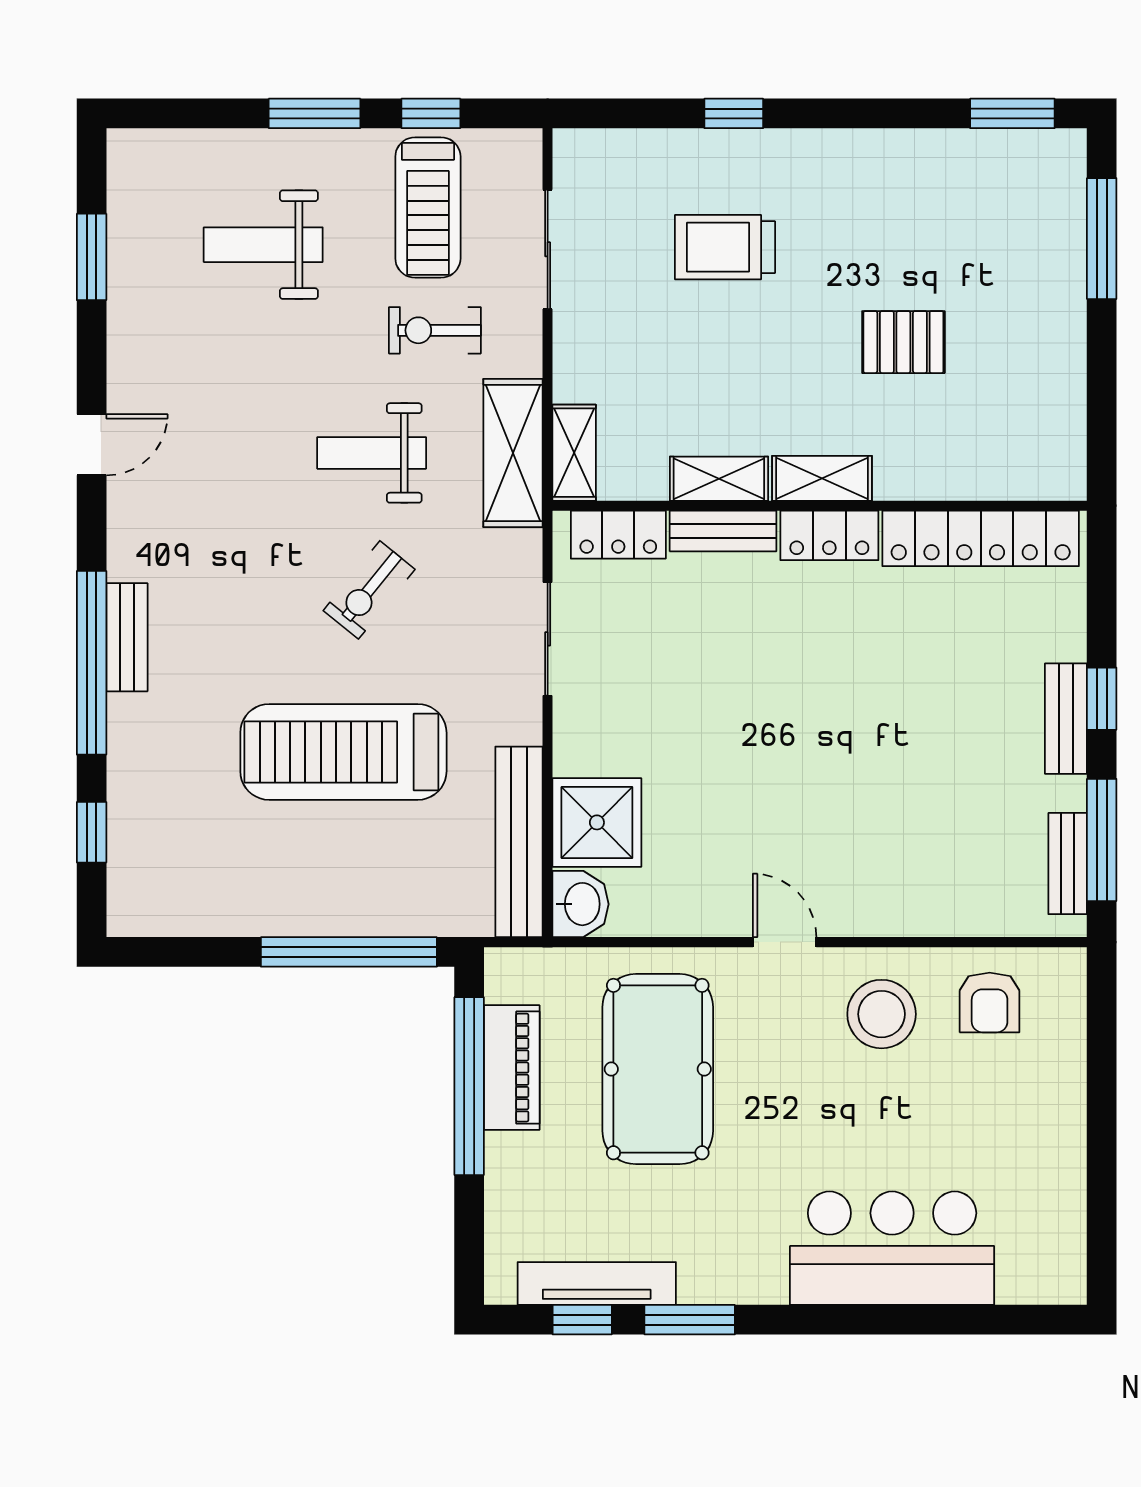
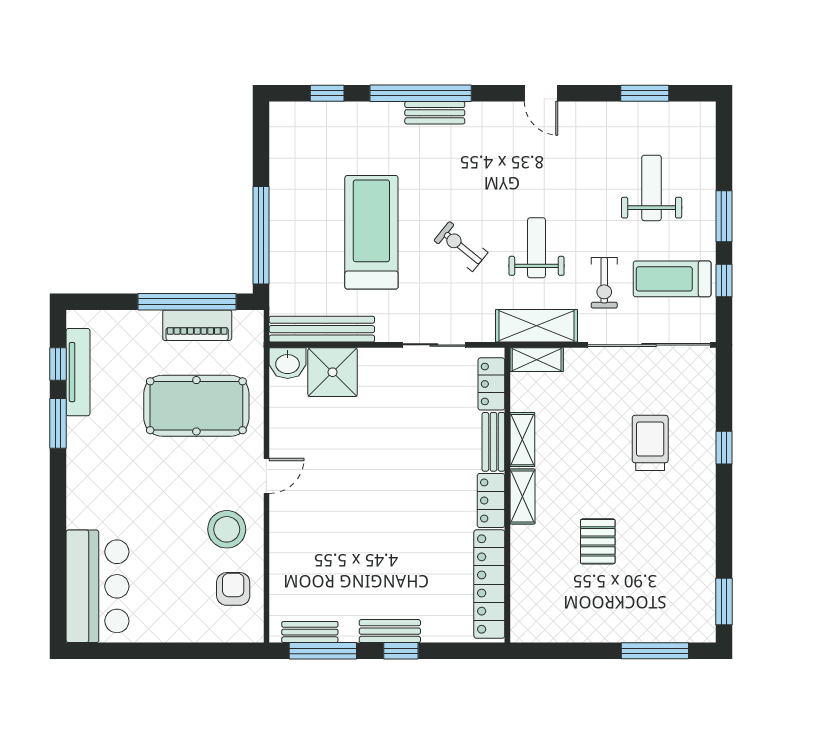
sliding door: (548, 249) -> (649, 345), width x1.86
exercise bike: (435, 330) -> (604, 283), turned 180
armchair: (990, 1002) -> (233, 589), turned 90
bar counter: (892, 1248) -> (97, 586), moved

